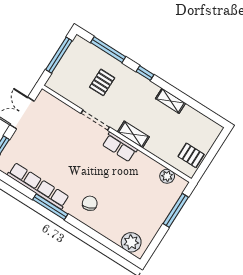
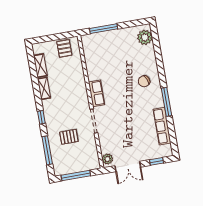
shelving: (133, 134) -> (40, 66), moved
plant: (167, 176) -> (107, 159), moved
row of seats: (38, 186) -> (162, 126), width x0.73

